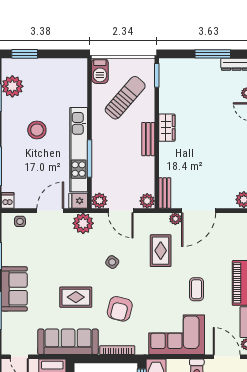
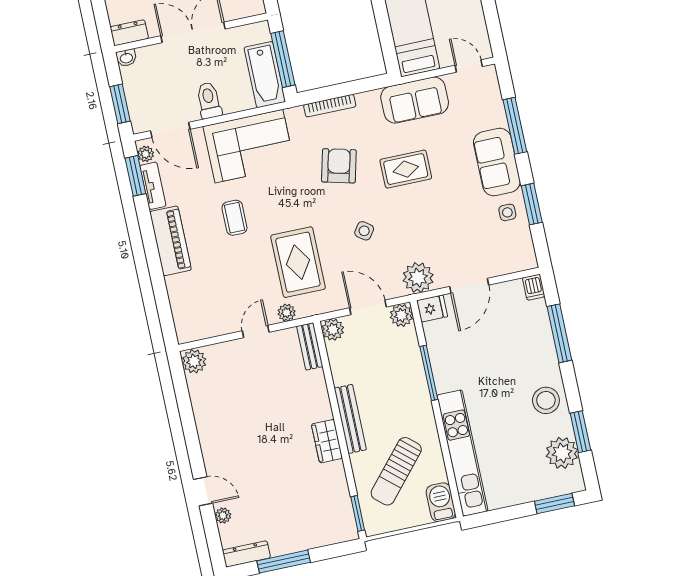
stool: (37, 130) -> (546, 400), moved
bench: (148, 139) -> (350, 419), width x1.36
kitchen unit: (79, 150) -> (462, 453), moved
door: (199, 211) -> (256, 332), width x0.53
side table: (20, 221) -> (507, 212), moved
rug: (161, 251) -> (298, 262), width x1.36, depth x1.43
sofa: (68, 342) -> (415, 100), width x0.73

